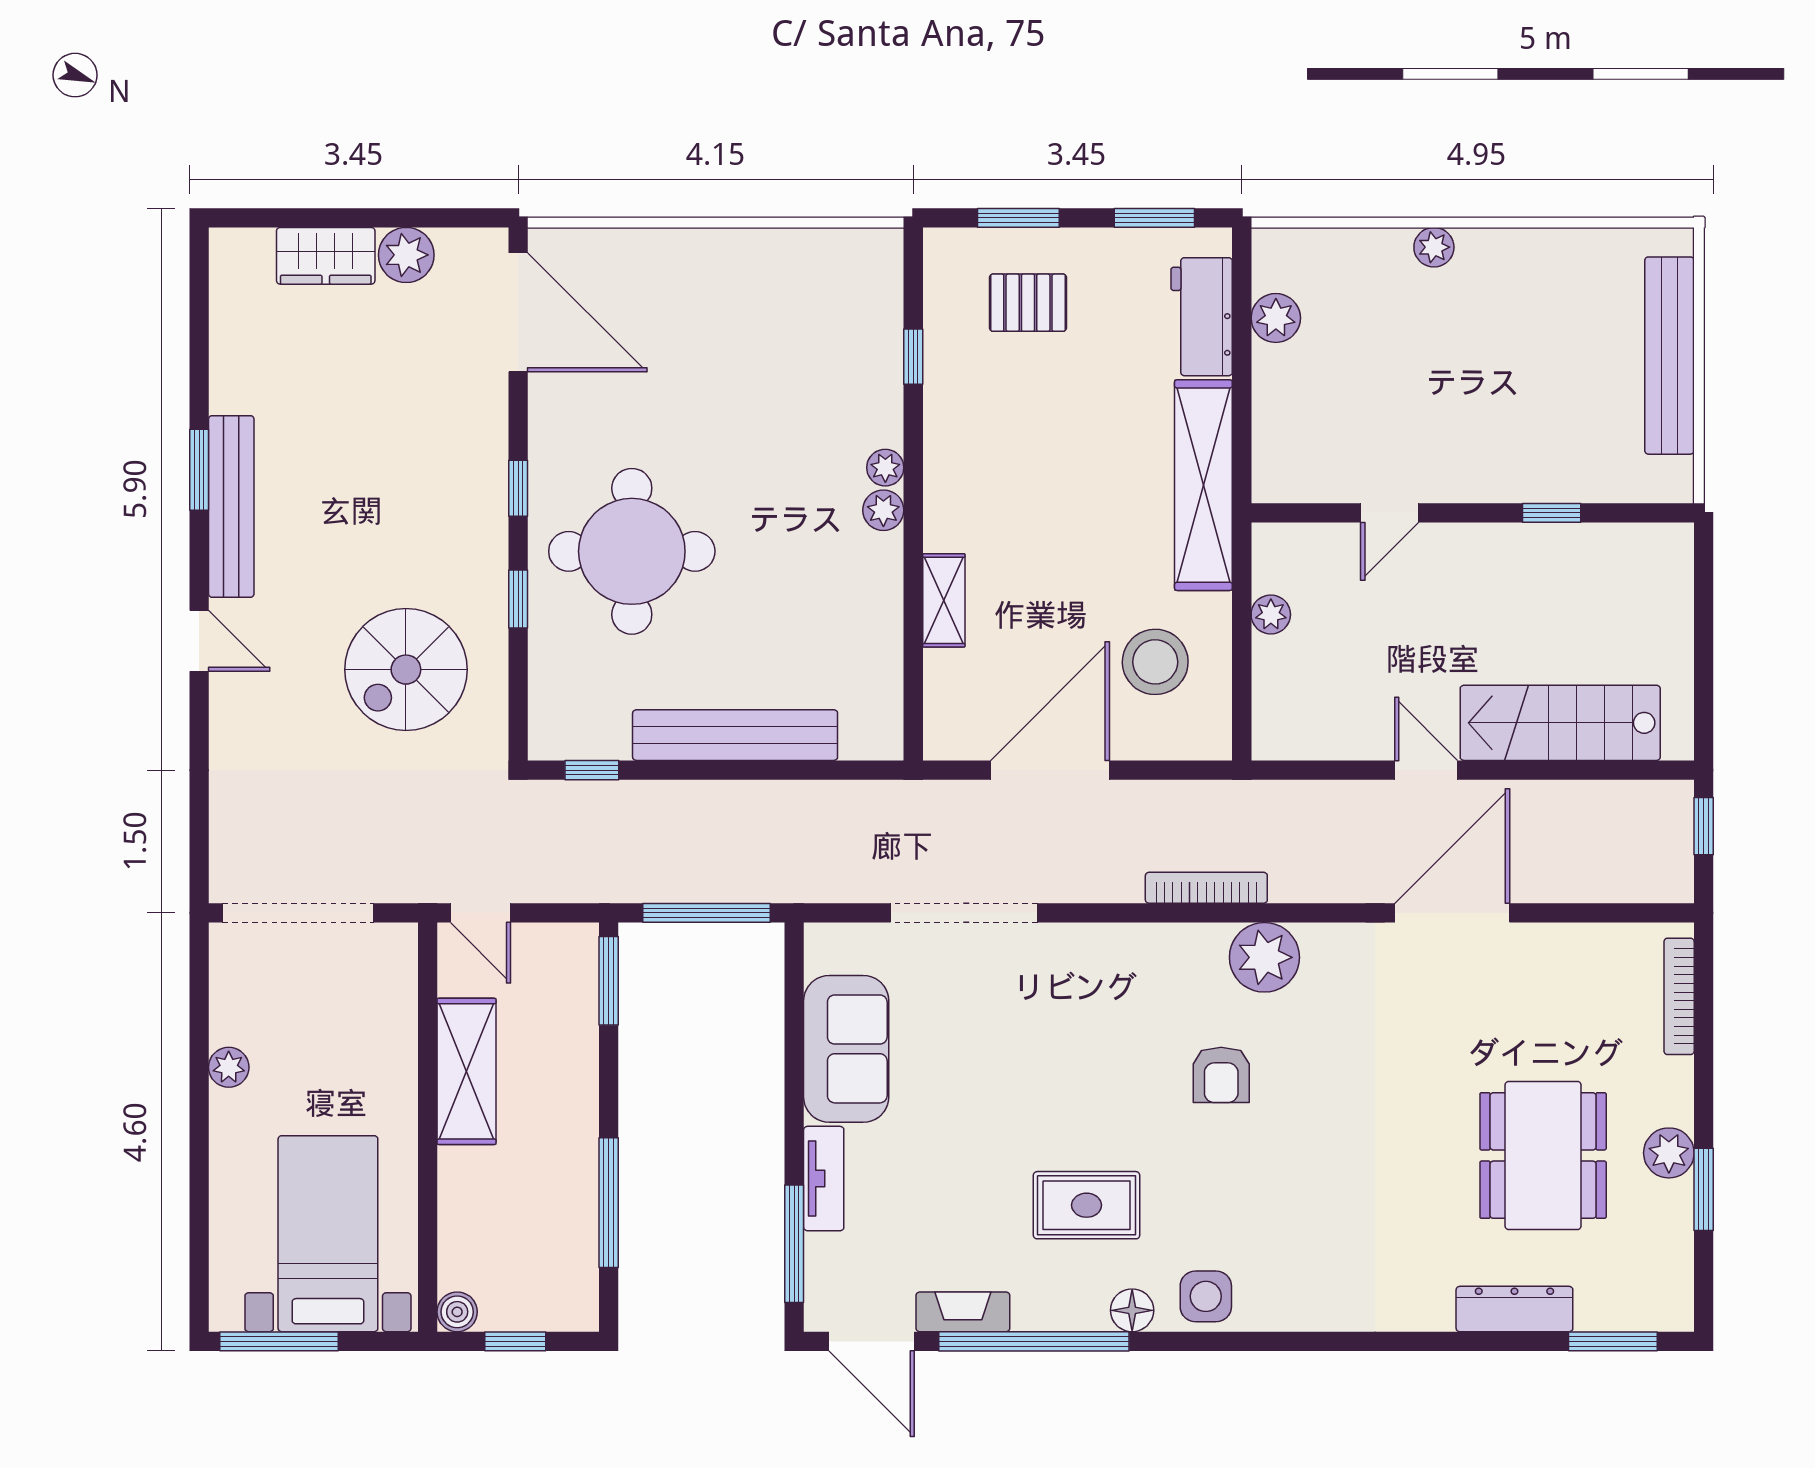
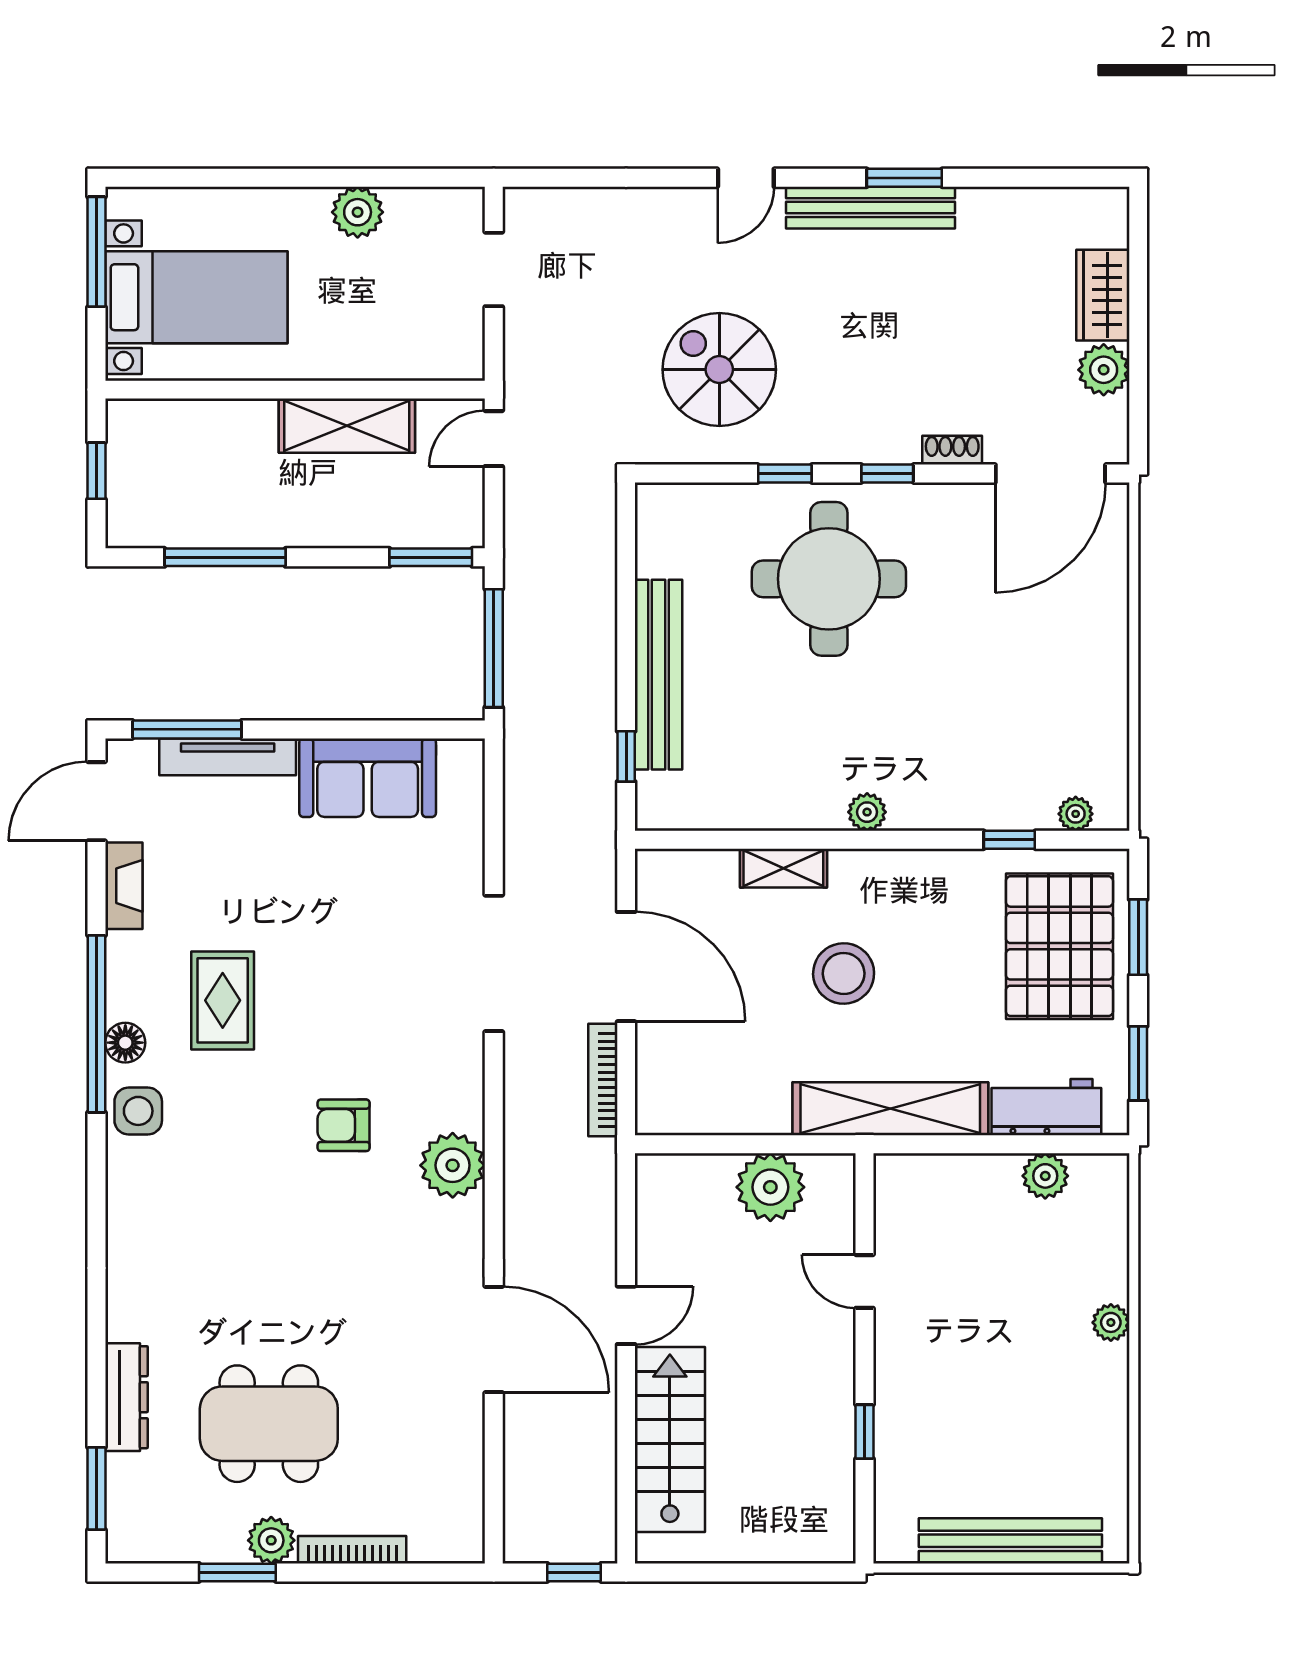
pallet: (1028, 303) -> (1059, 946), width x2.05, depth x2.00
shoe rack: (493, 418) -> (952, 450), added
plant: (885, 468) -> (1076, 814), moved
plant: (1271, 614) -> (770, 1187), width x1.87, depth x1.87
stool: (1155, 662) -> (844, 973), moved
window: (592, 770) -> (626, 756), moved
bookcase: (1206, 888) -> (603, 1080), moved, turned 180
doorway: (298, 913) -> (494, 269), width x0.53
doorway: (964, 913) -> (494, 963), moved
bookcase: (1679, 996) -> (352, 1550), moved
plant: (229, 1067) -> (358, 212), width x1.38, depth x1.38
tv unit: (824, 1179) -> (228, 757), width x1.41
boiler: (457, 1312) -> (124, 417), removed
window: (1034, 1341) -> (97, 1024), moved

